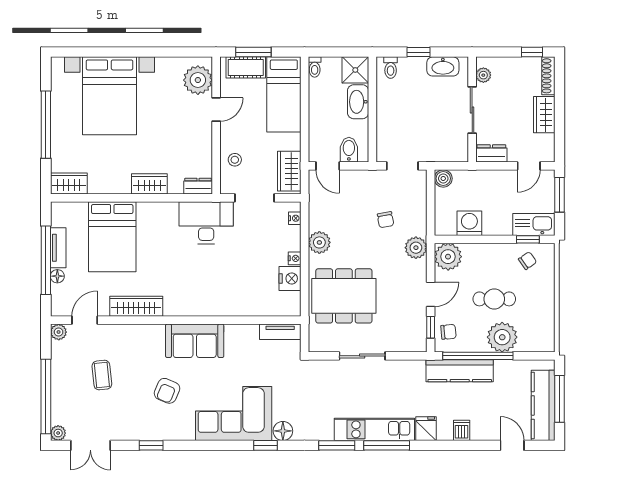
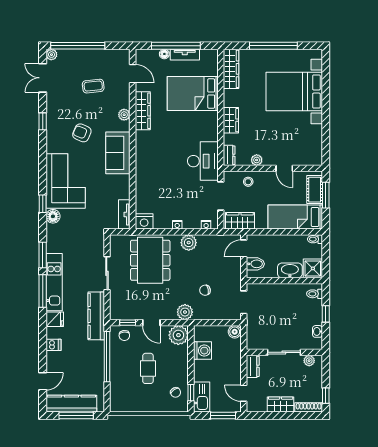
washbasin: (443, 66) -> (317, 331), width x0.52, depth x0.69
plant: (198, 80) -> (257, 160), moved, width x0.53, depth x0.53
wardrobe: (69, 183) -> (231, 69), width x1.50
nightstand: (290, 278) -> (144, 221), moved
plant: (59, 332) -> (124, 115), moved
plant: (502, 337) -> (120, 374), removed
kitchen counter: (460, 371) -> (96, 316), moved

